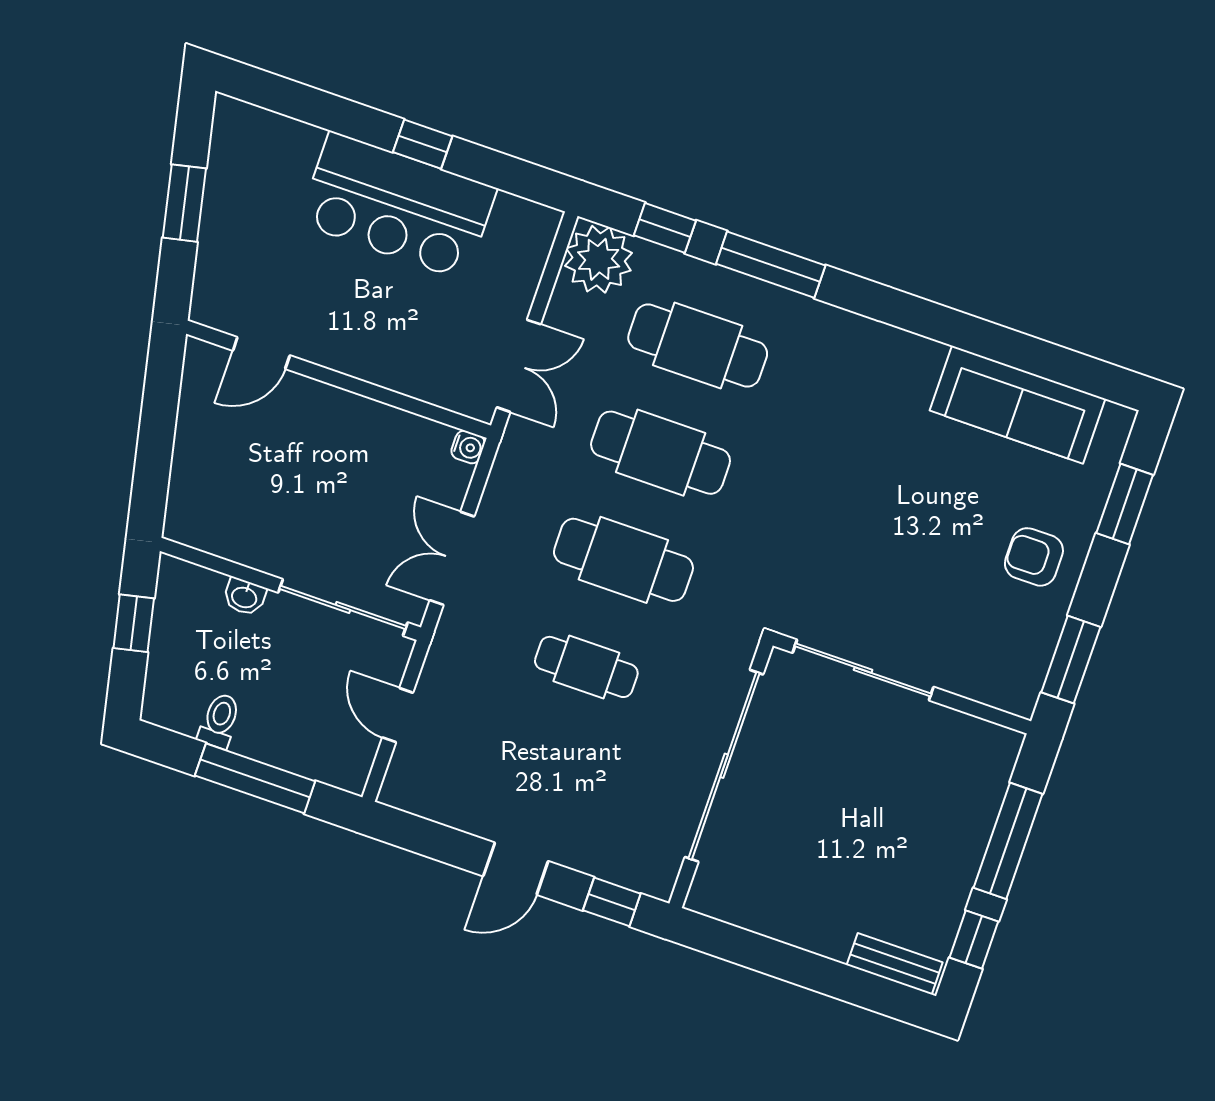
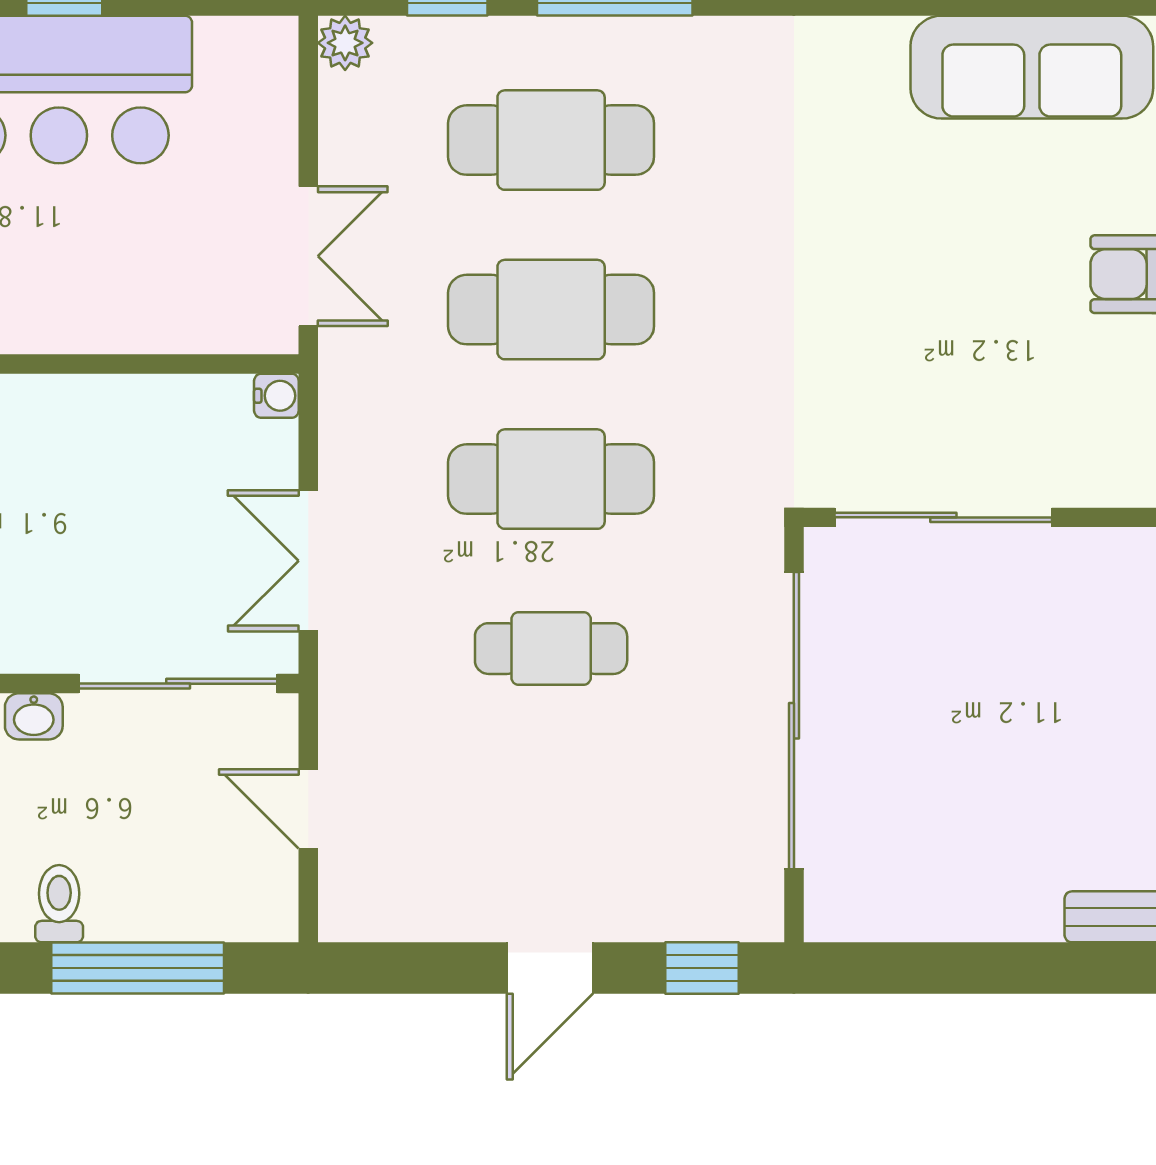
plant: (599, 259) -> (345, 43), width x0.53, depth x0.53

